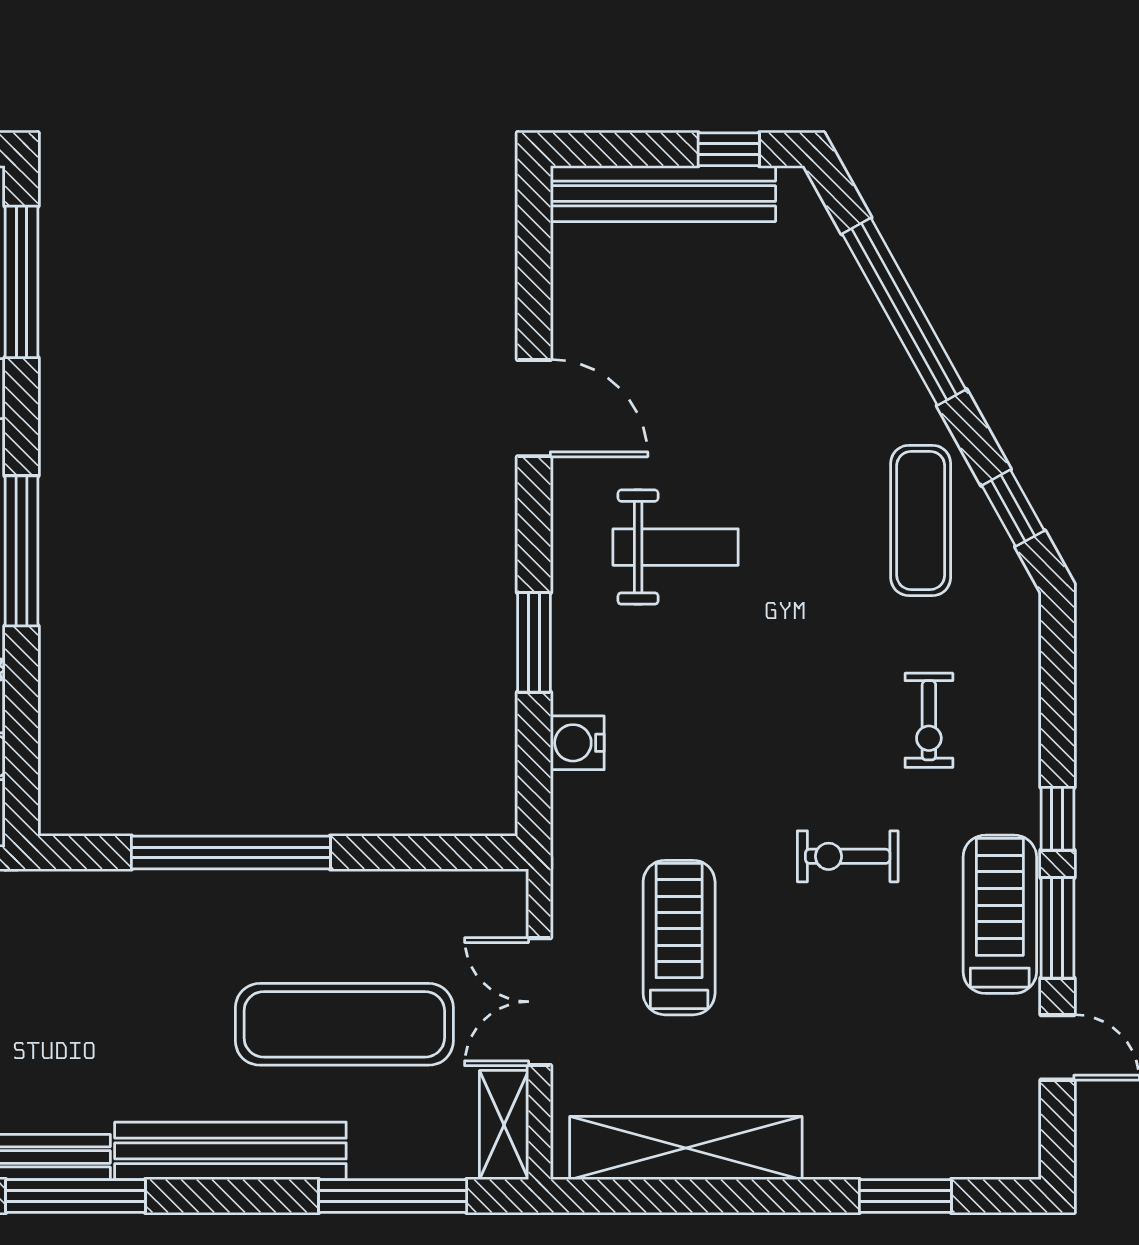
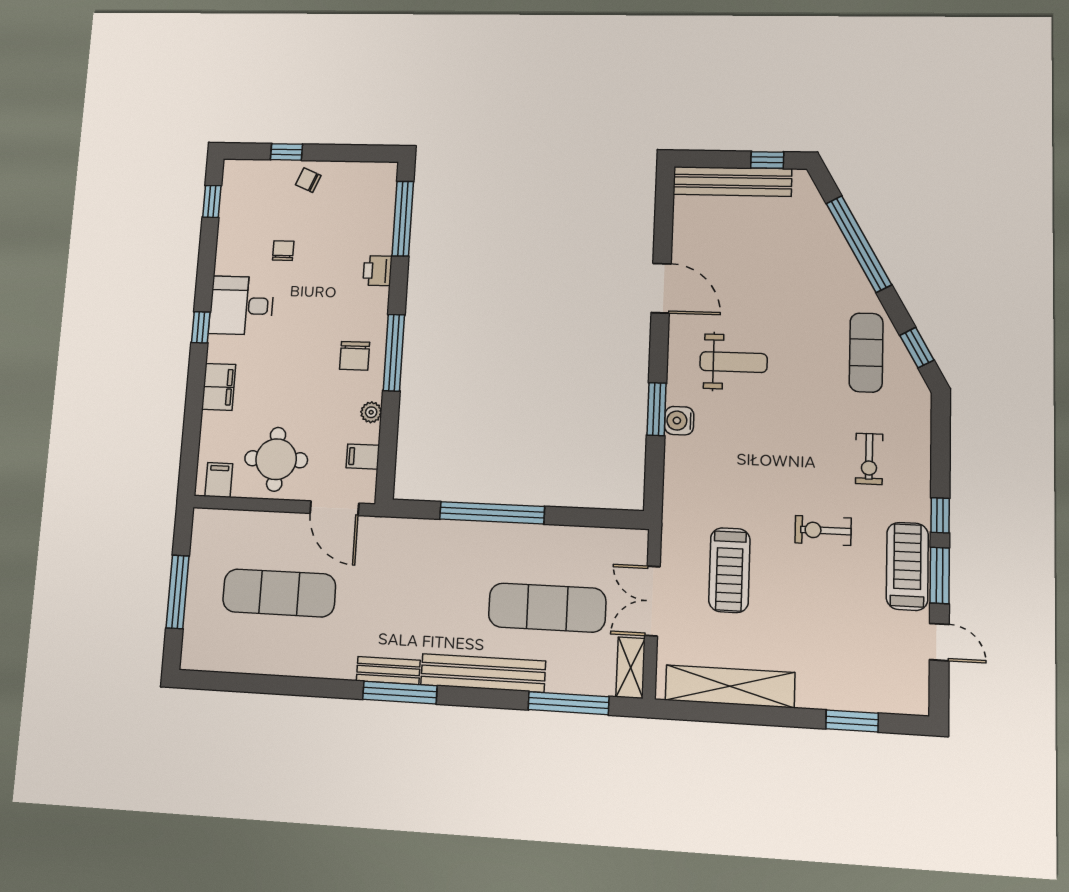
water cooler: (577, 743) -> (679, 421), moved
treadmill: (679, 938) -> (729, 570), turned 180

